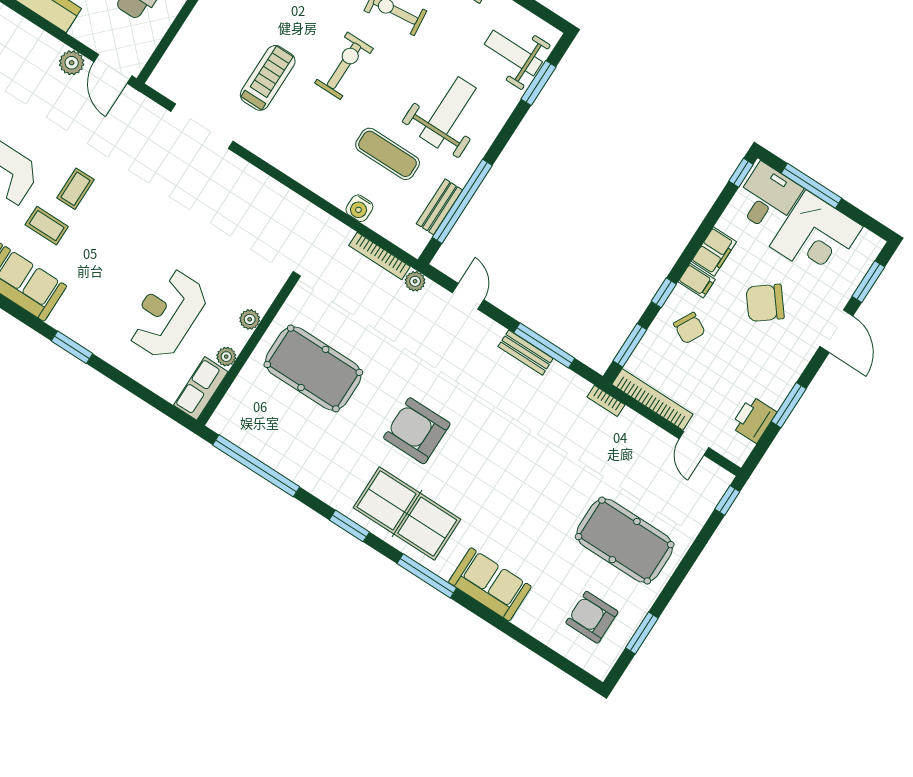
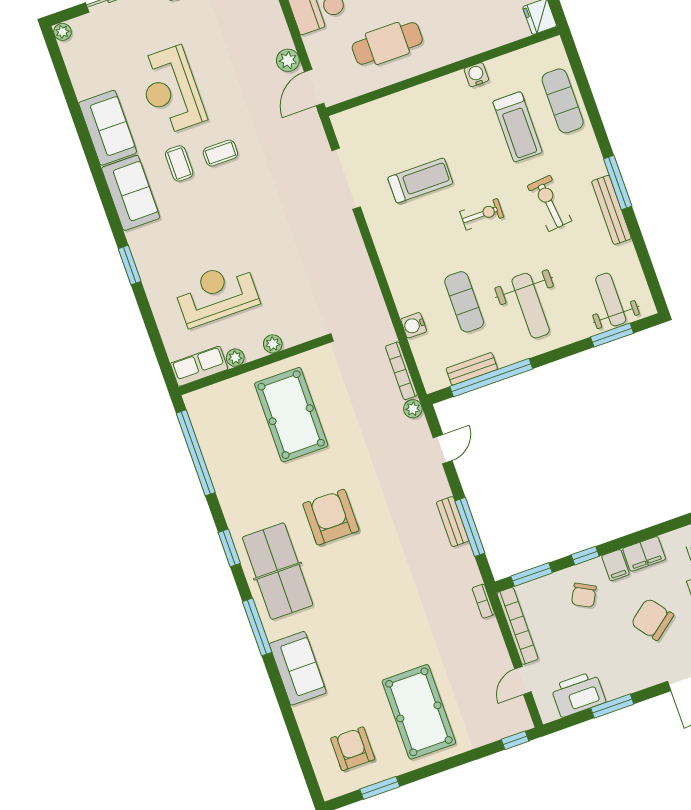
exercise bike: (344, 66) -> (482, 214), width x0.73, depth x0.72
weight bench: (448, 112) -> (531, 306), turned 90
printer: (754, 419) -> (578, 694), width x1.37, depth x1.19

